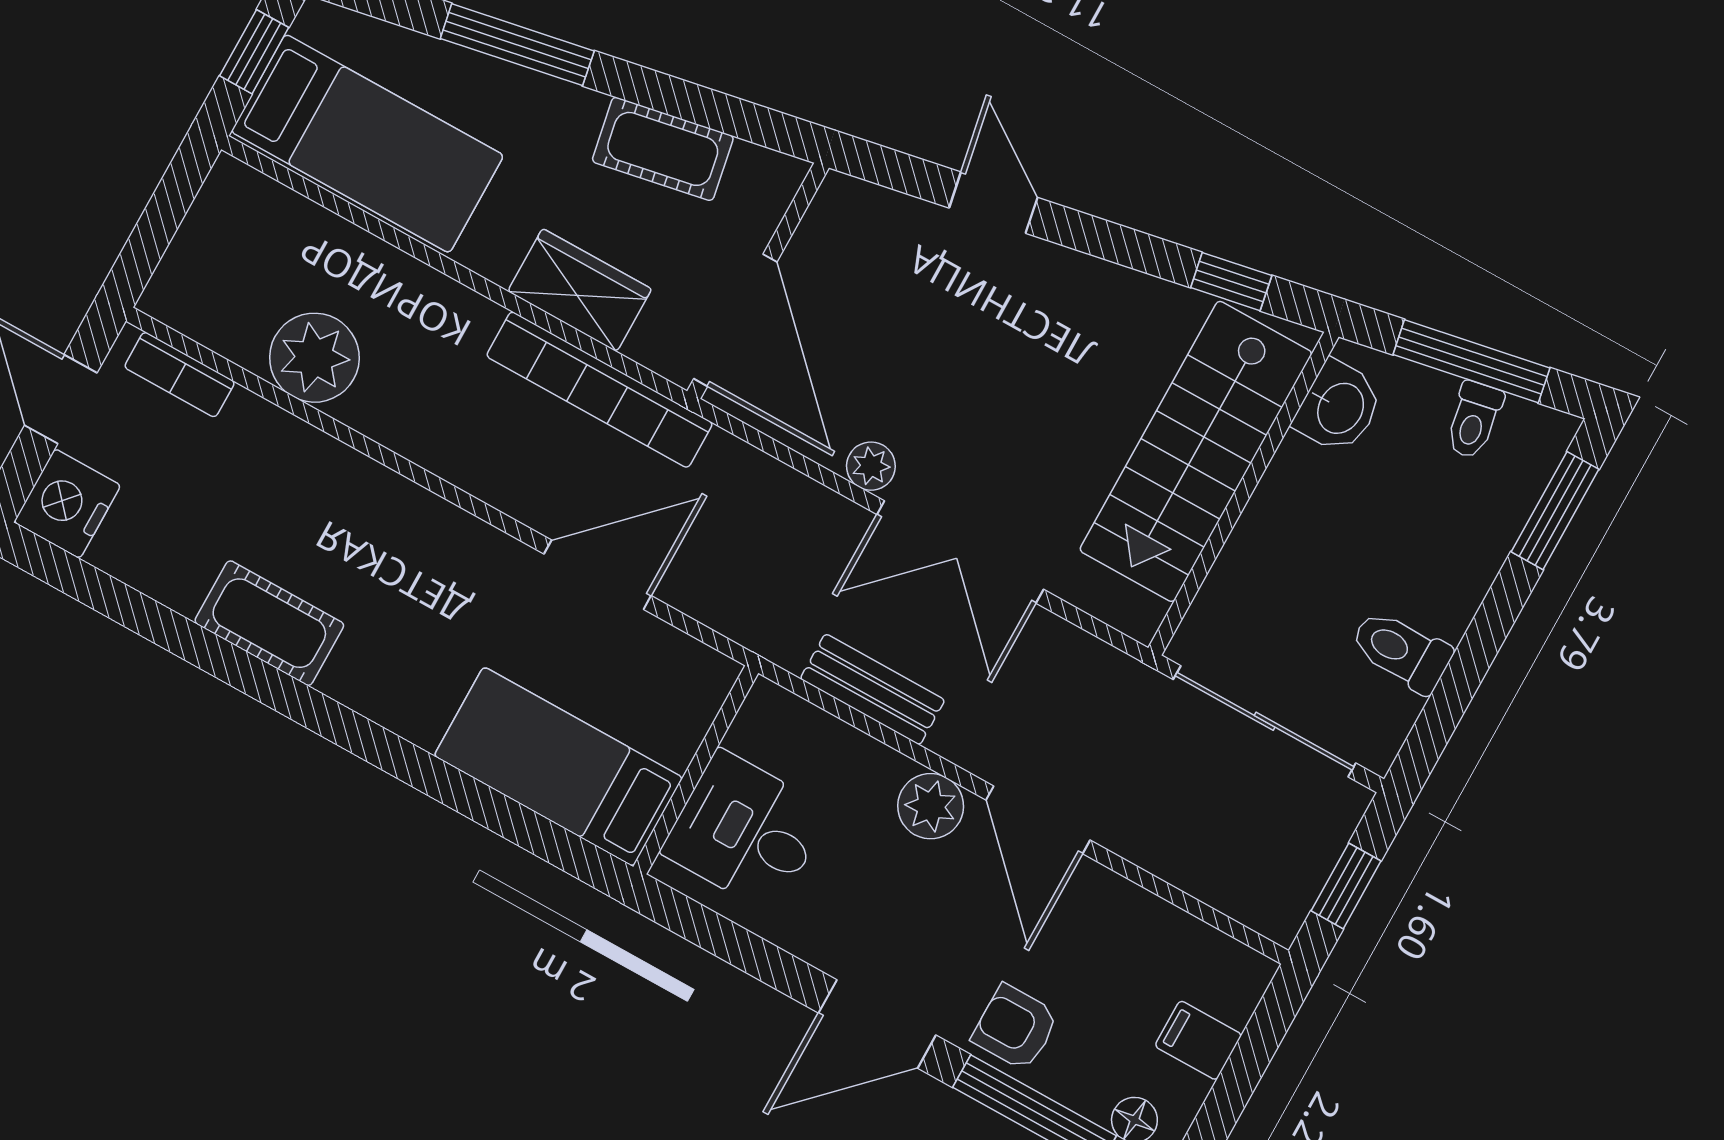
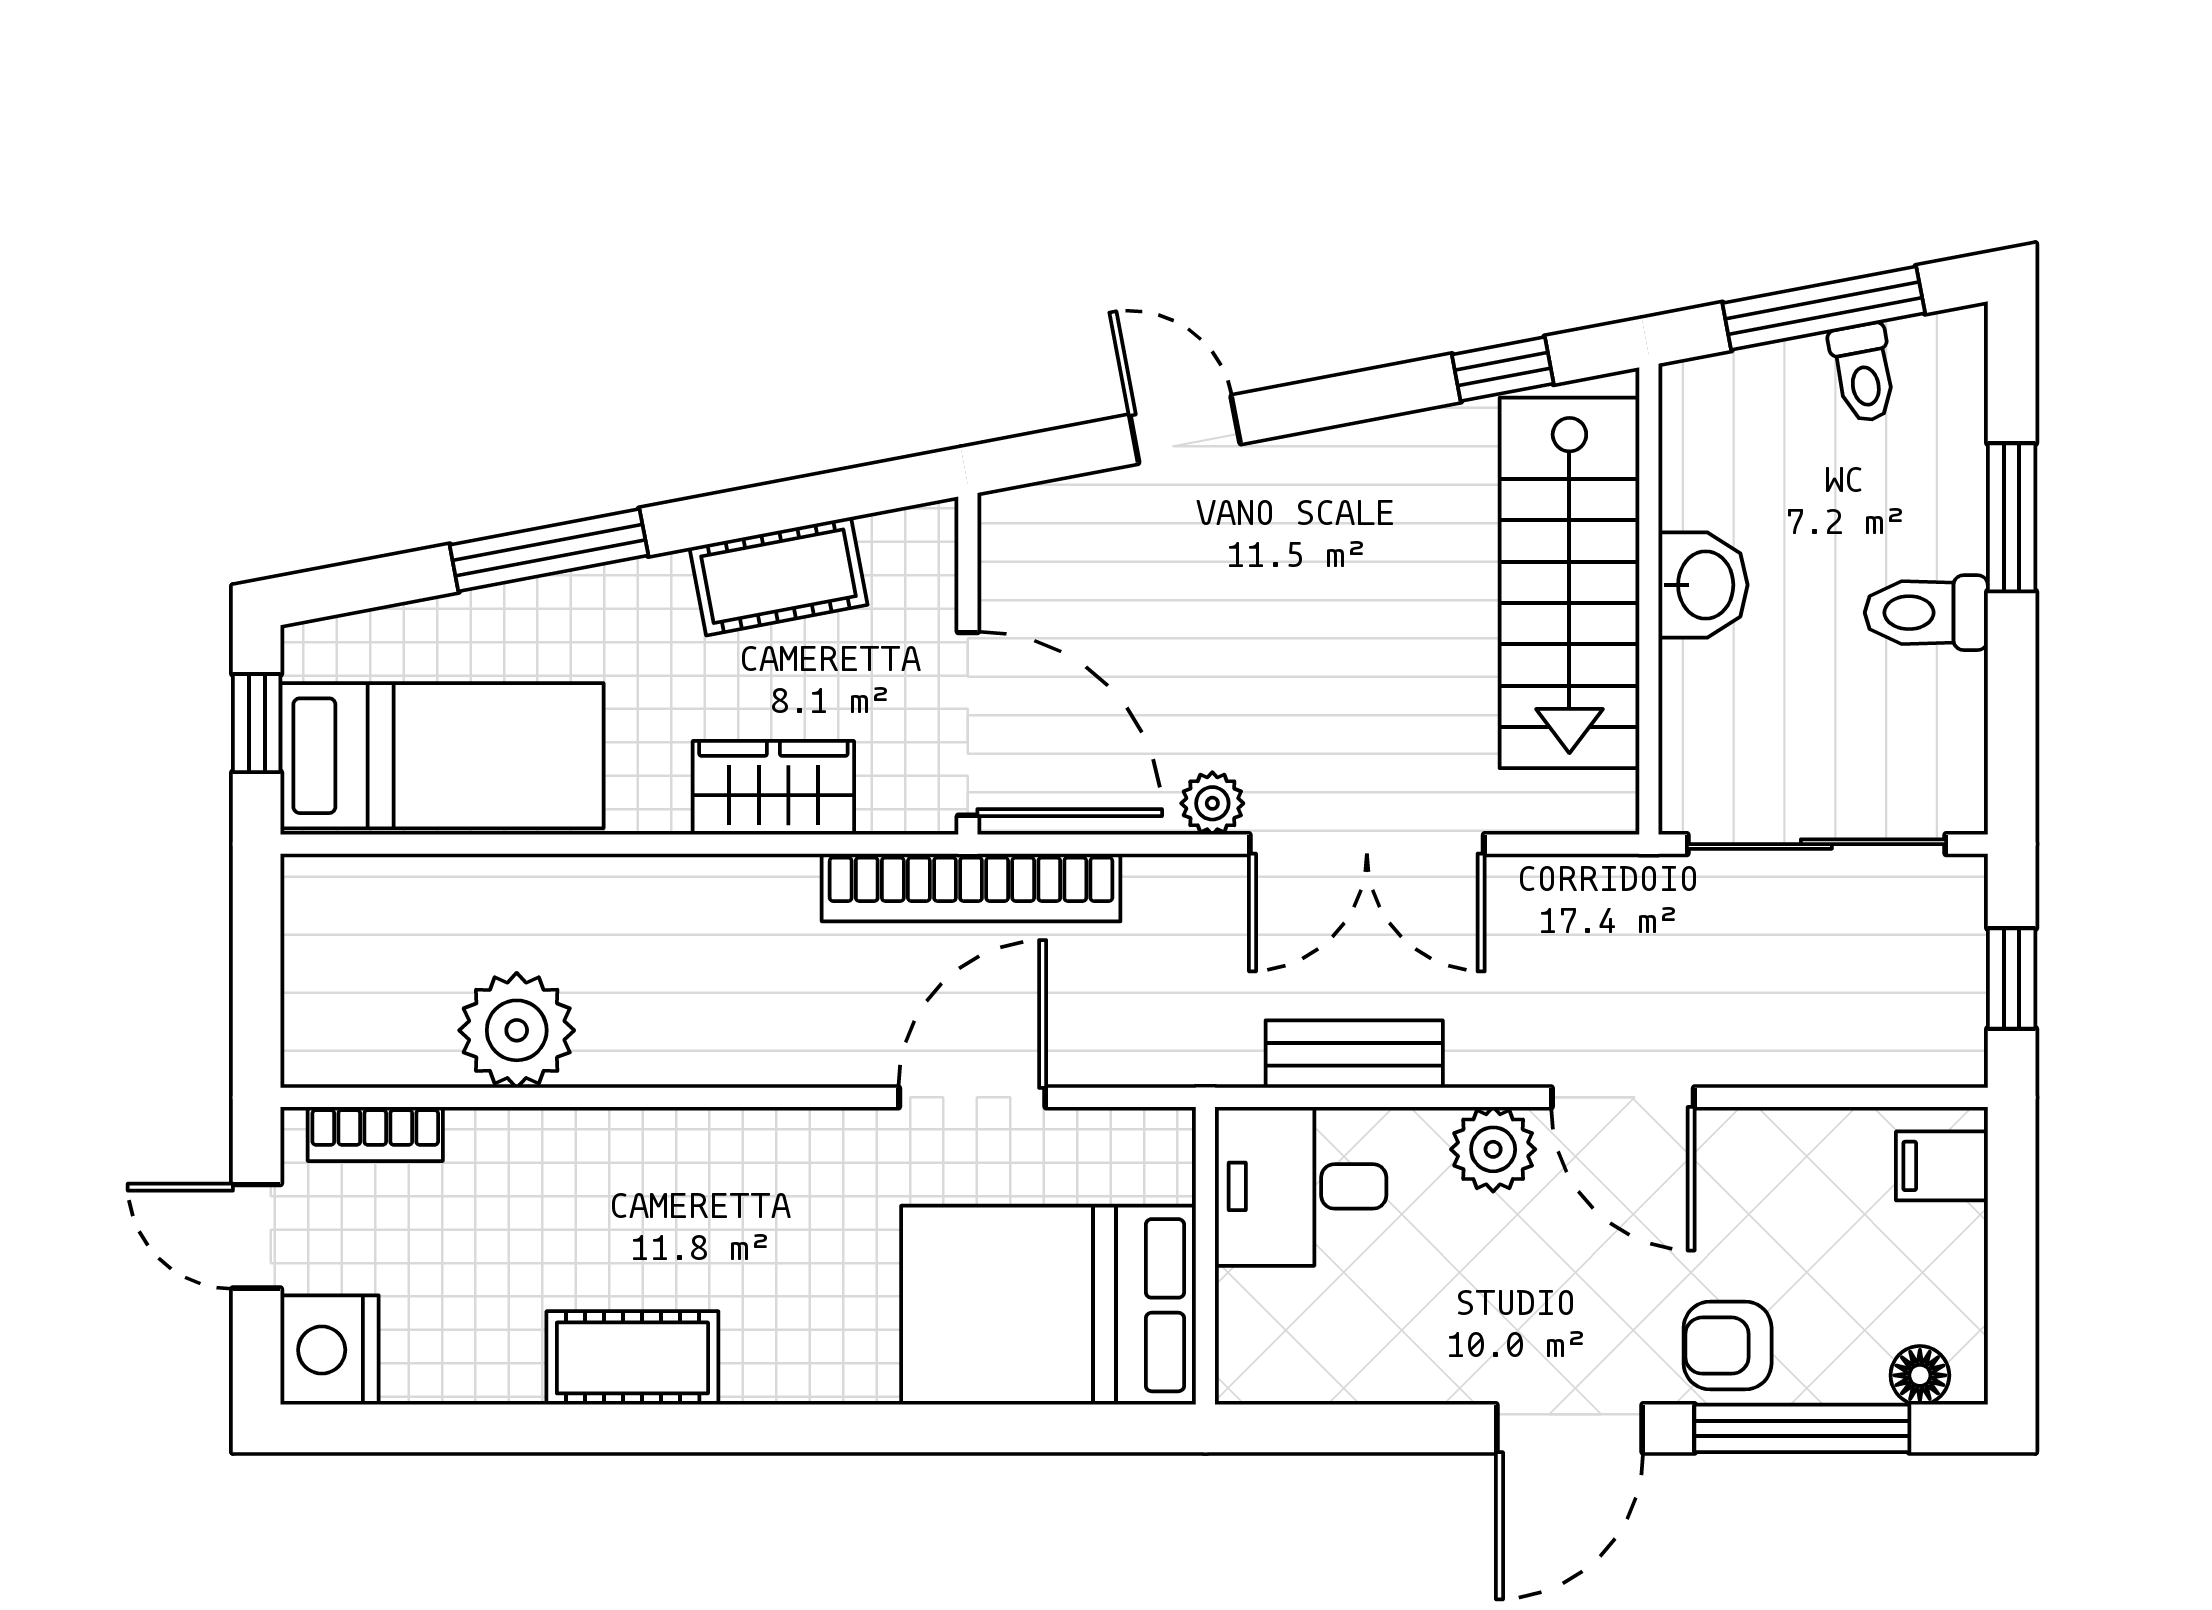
bookcase: (599, 390) -> (971, 887), moved
washbasin: (1339, 407) -> (1703, 585), moved
window: (1555, 511) -> (2012, 517), moved
toilet: (1401, 651) -> (1926, 613), moved
bed: (558, 767) -> (1048, 1305), width x1.50
desk: (746, 831) -> (1301, 1186), moved
filing cabinet: (1198, 1040) -> (1942, 1166), moved

